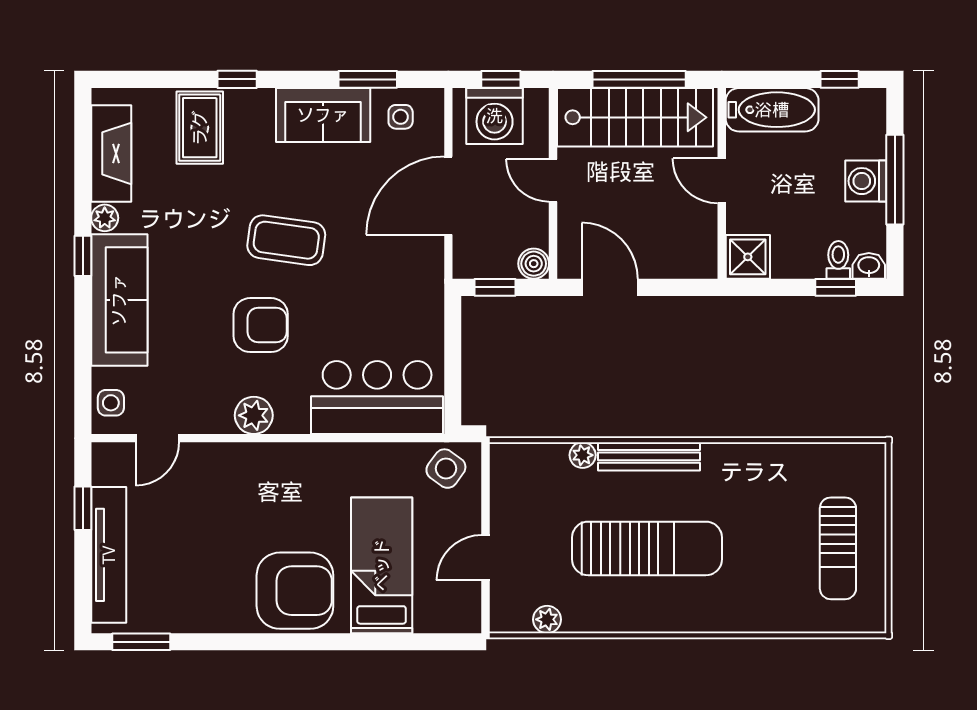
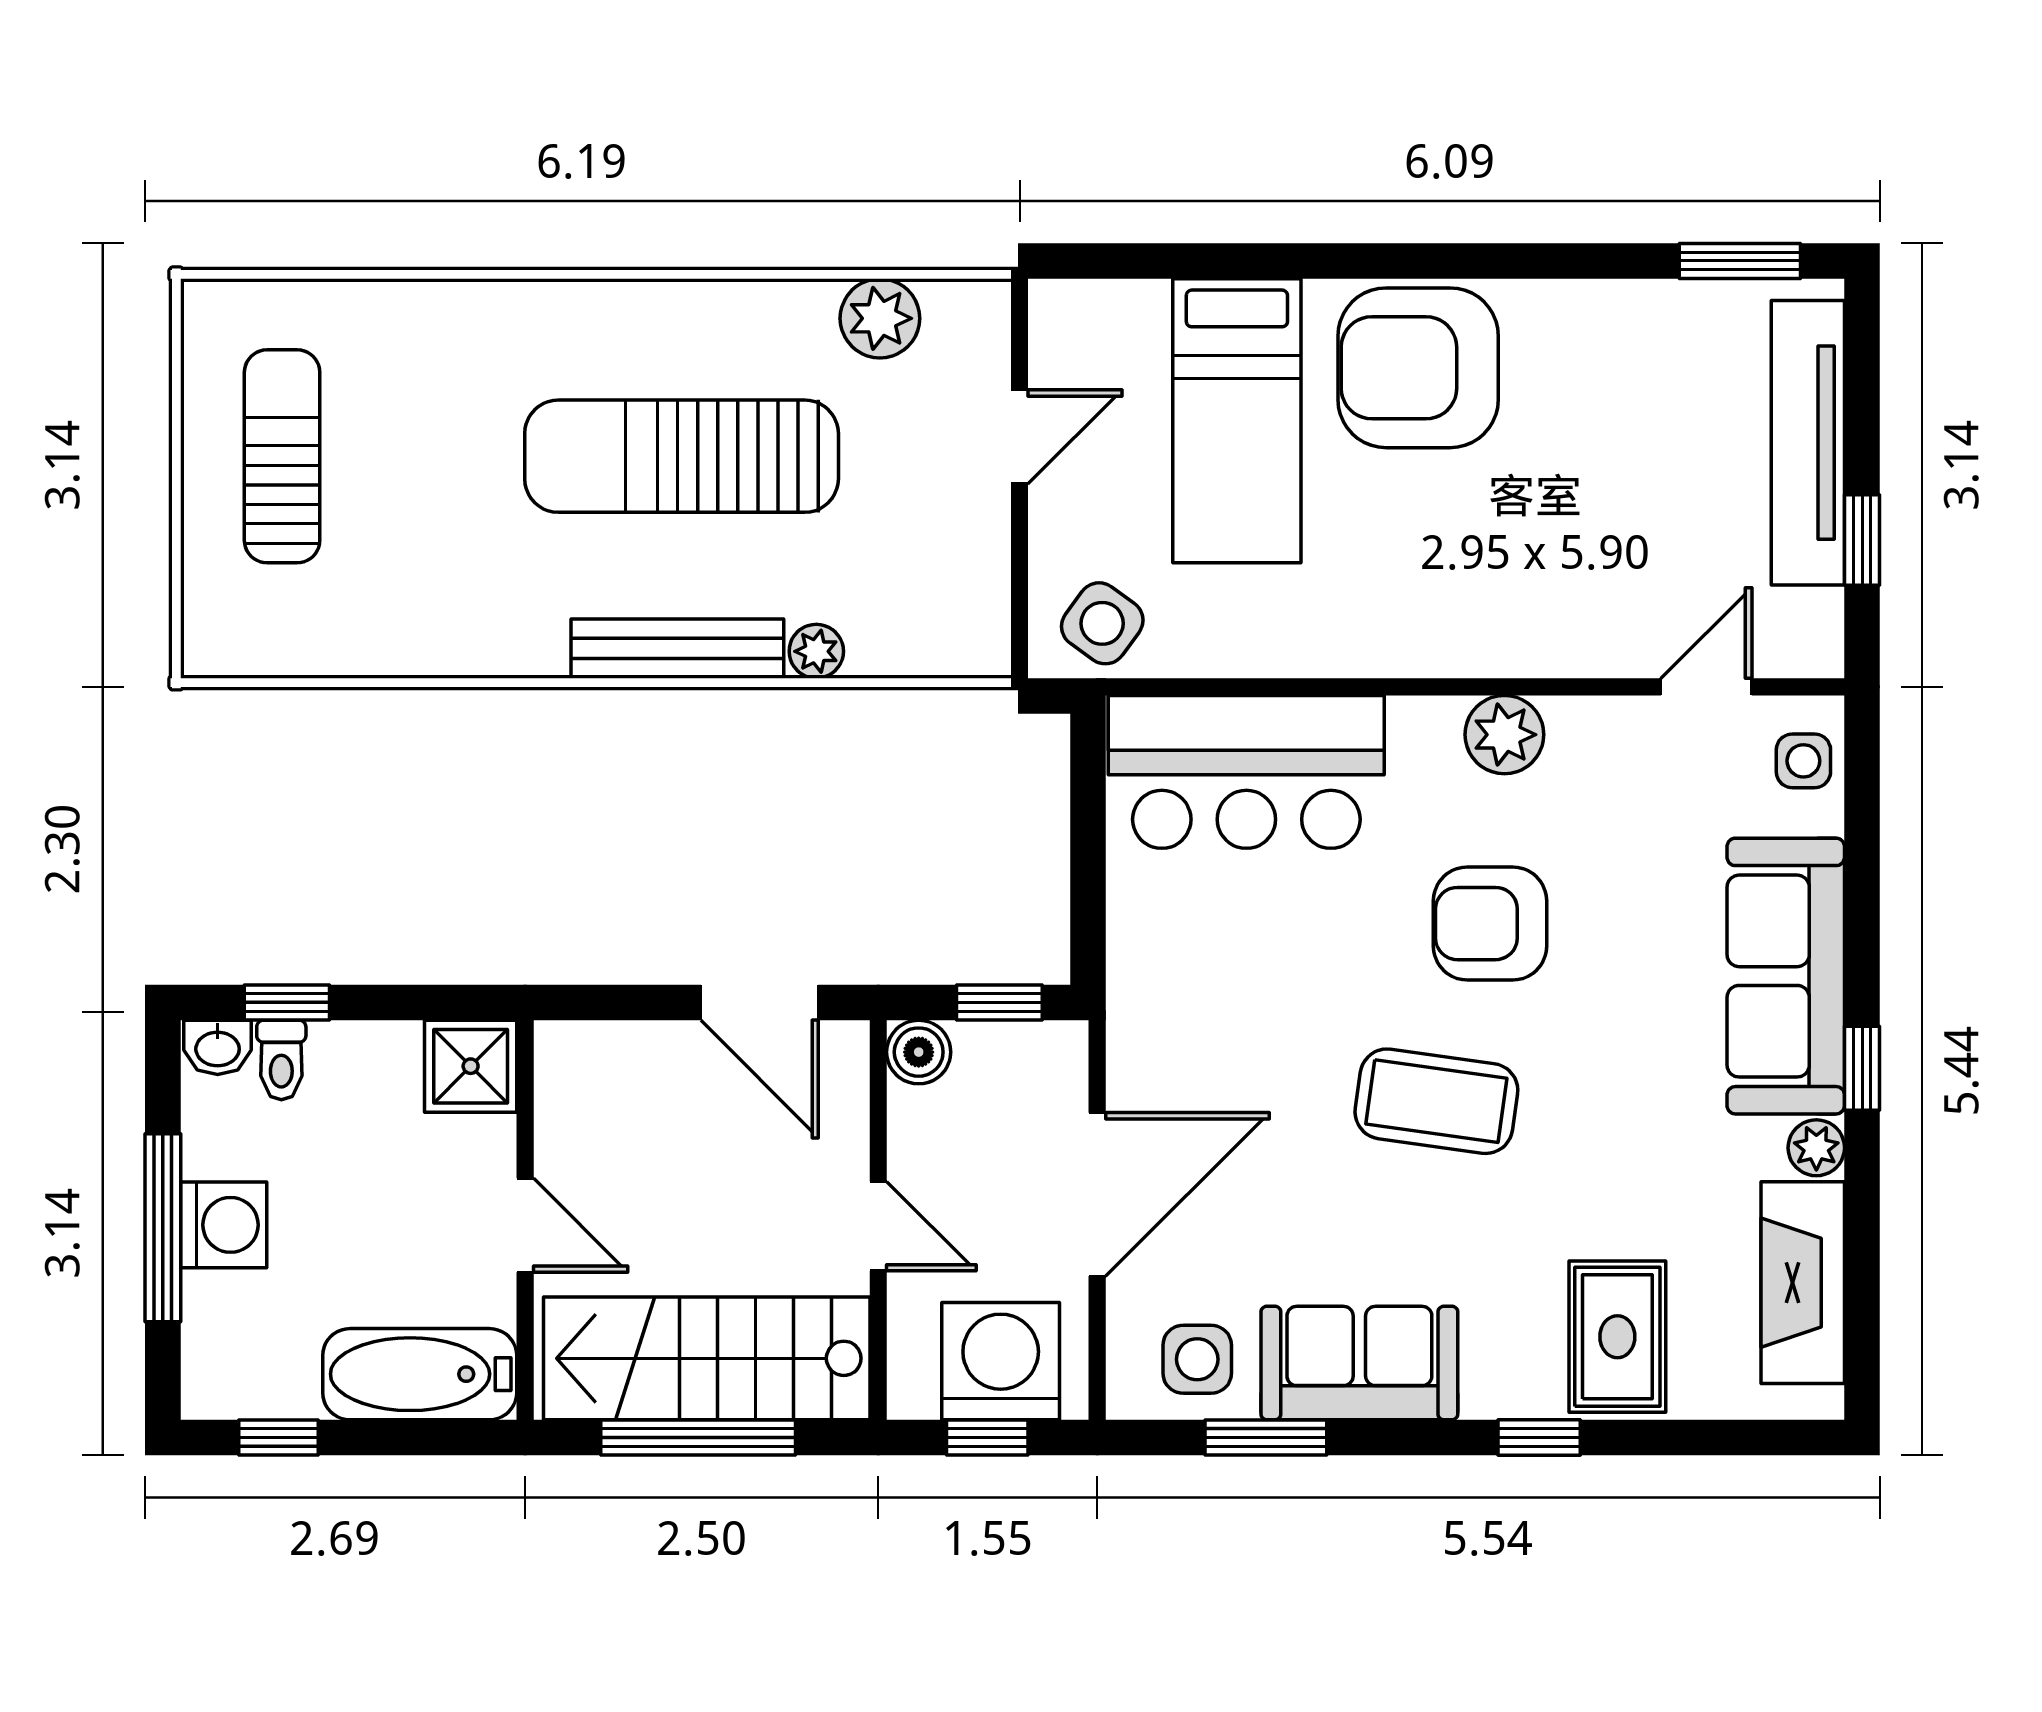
side table: (401, 117) -> (1197, 1359), width x1.37, depth x1.37
plant: (547, 619) -> (880, 318), width x1.38, depth x1.38

